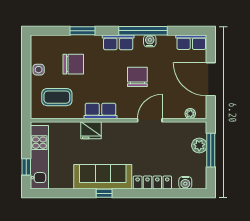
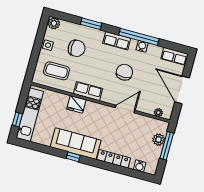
plant: (39, 42) -> (54, 23), added

